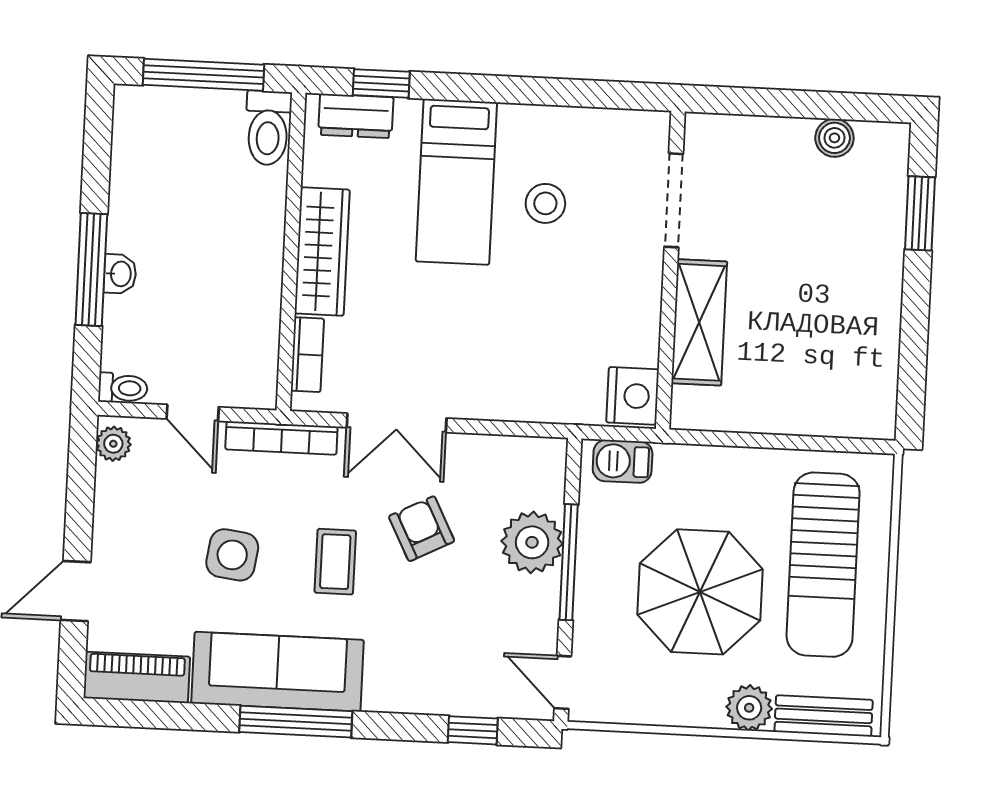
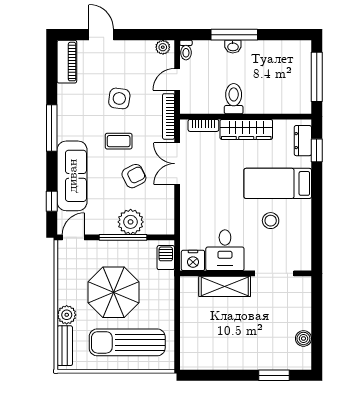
toilet: (268, 128) -> (234, 99), moved, turned 90
desk: (612, 317) -> (225, 250), added
sofa: (278, 672) -> (72, 176), moved

